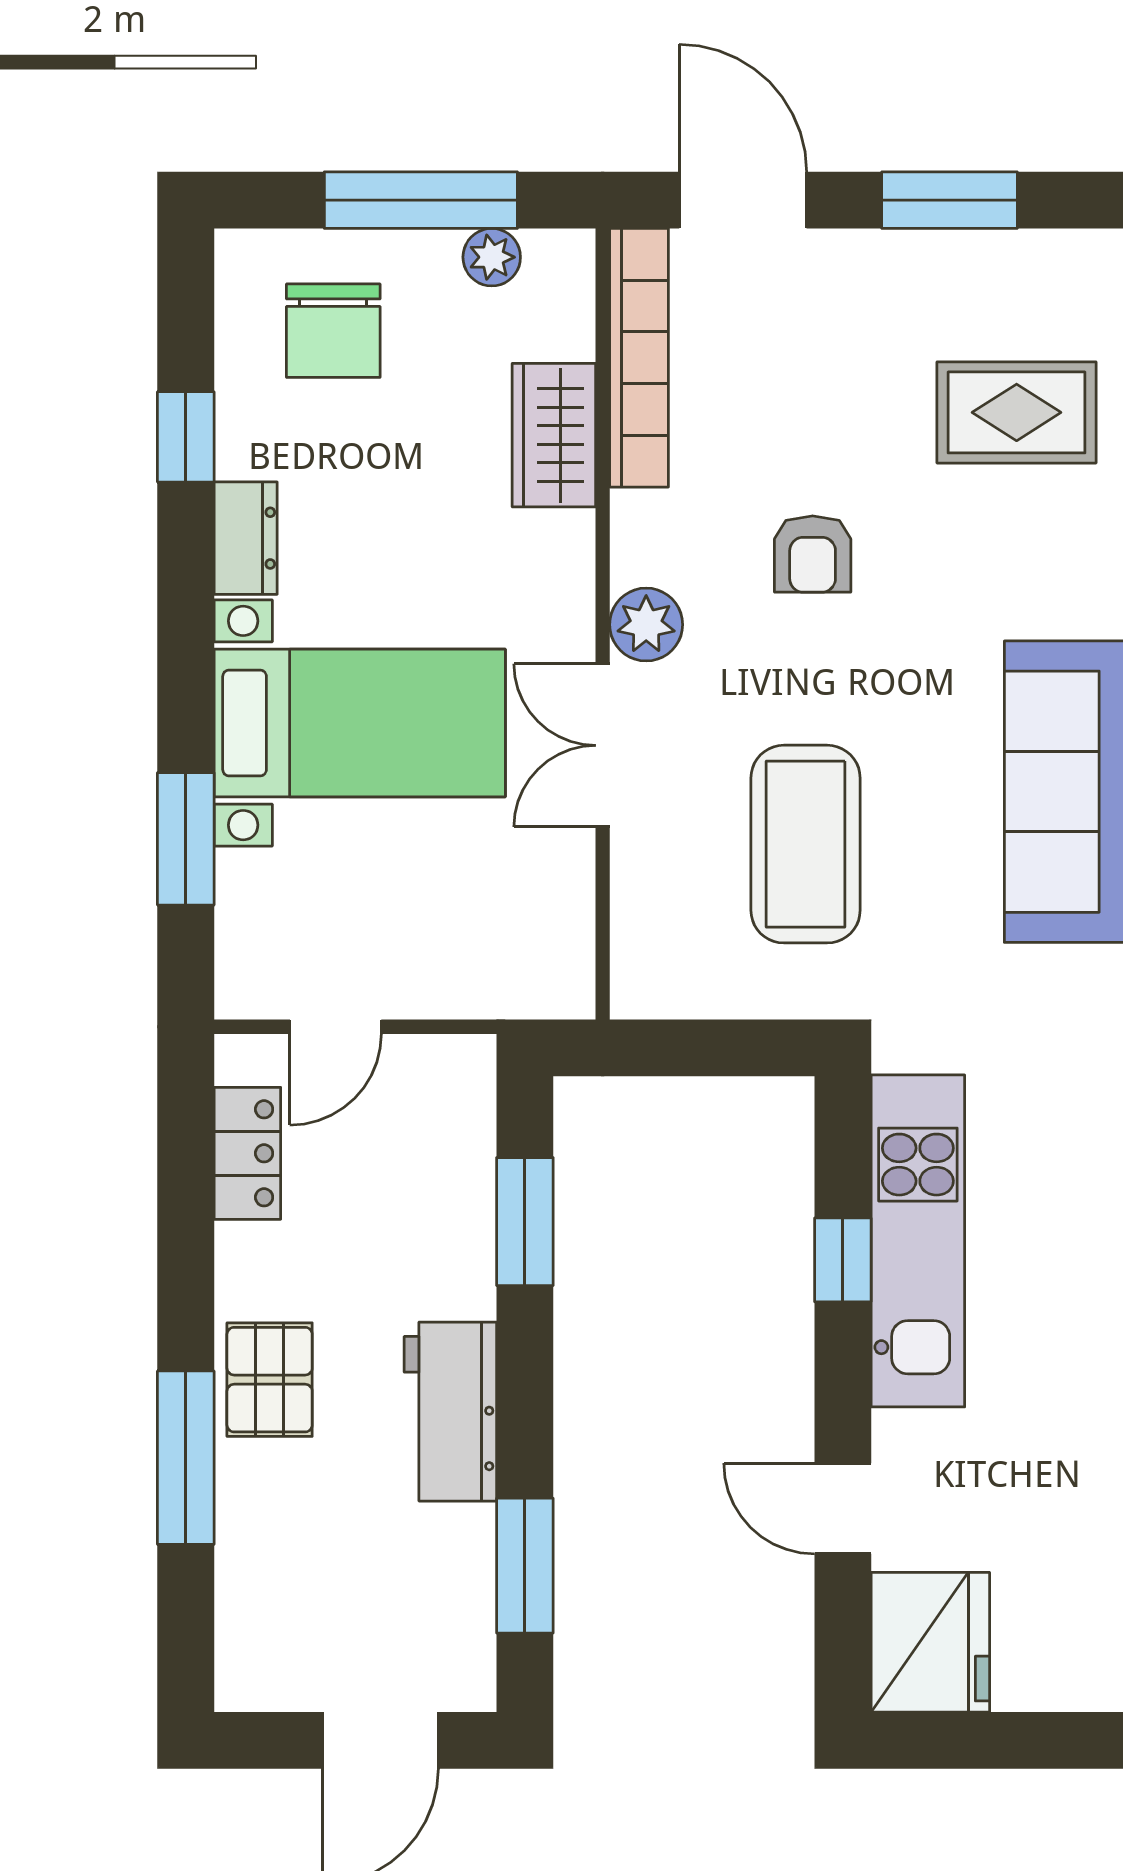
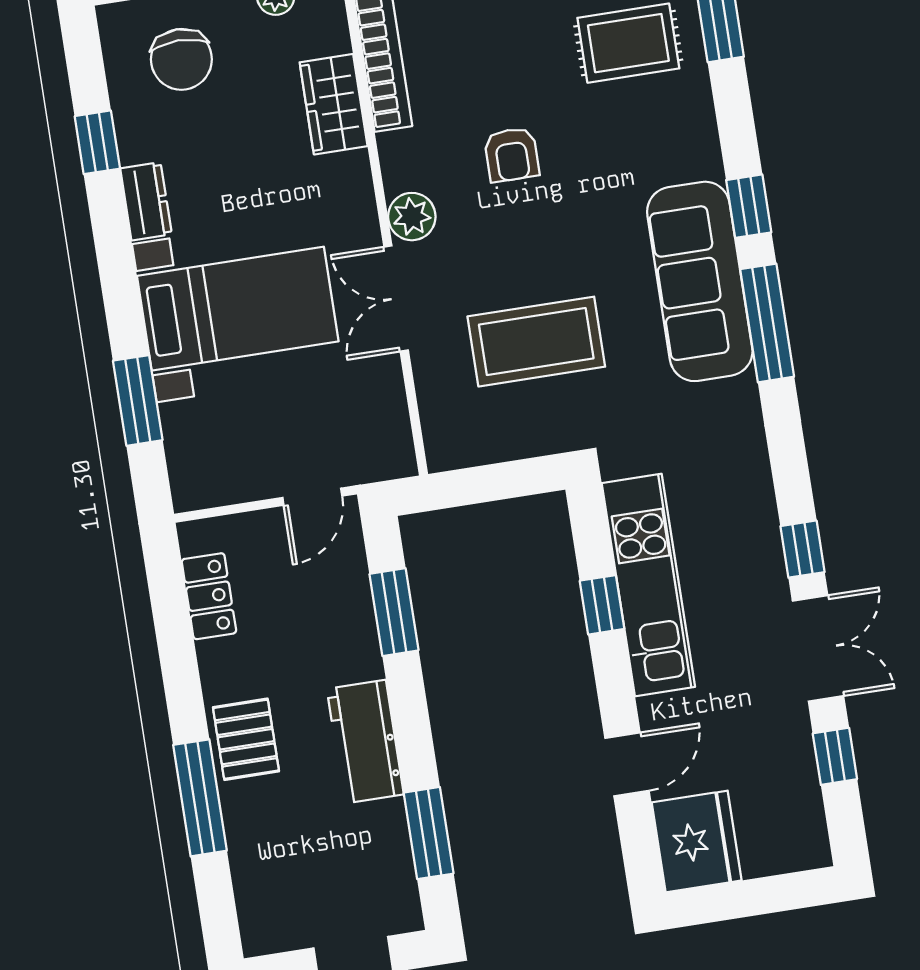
coffee table: (806, 844) -> (536, 342), turned 90
door: (336, 1027) -> (312, 497), moved
door: (843, 1509) -> (627, 764), swing flipped

